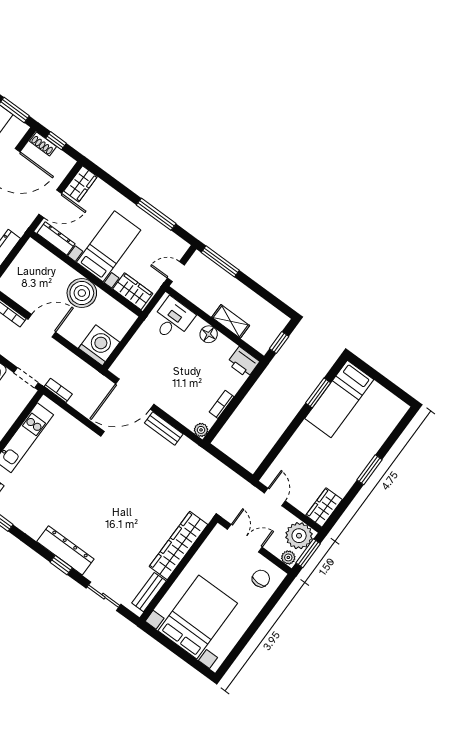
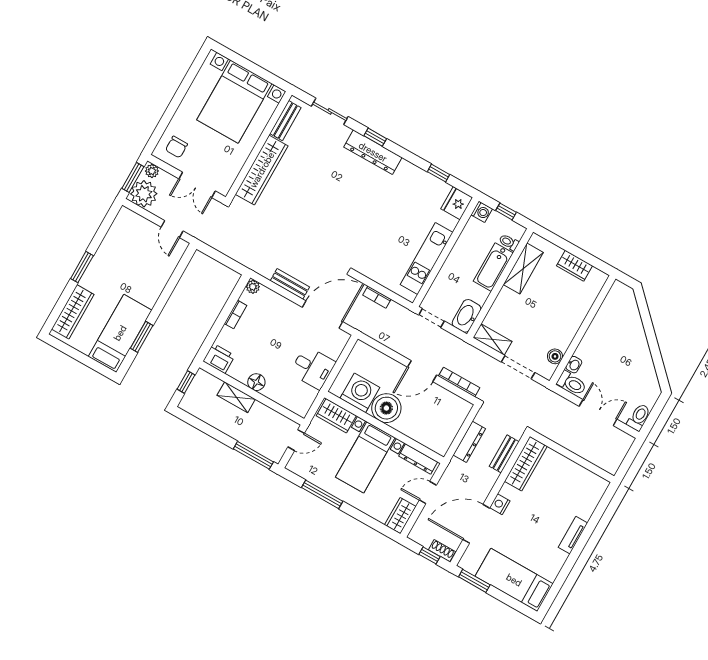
door: (50, 204) -> (428, 493), width x0.73
desk: (172, 319) -> (313, 368), moved, turned -90
washing machine: (99, 345) -> (360, 393), moved, turned 180
bookcase: (58, 390) -> (377, 297), moved
wardrobe: (324, 507) -> (73, 312), moved, width x1.50

